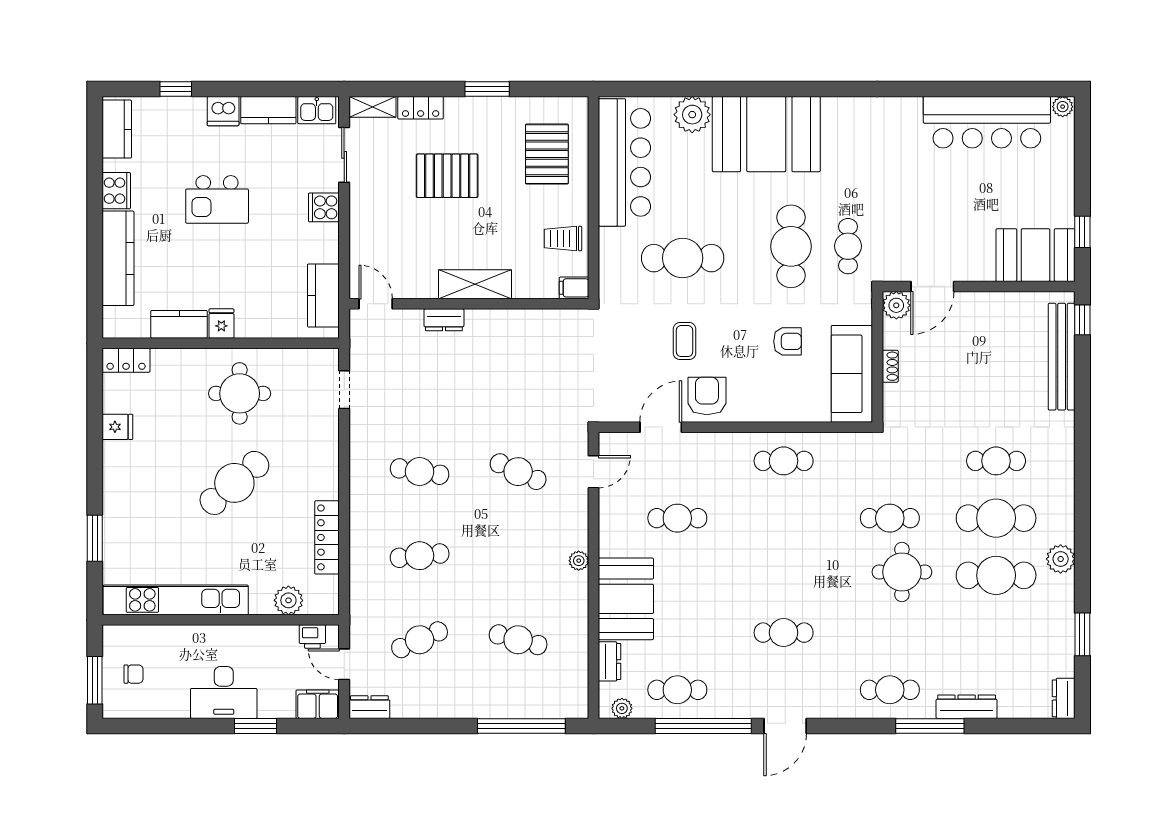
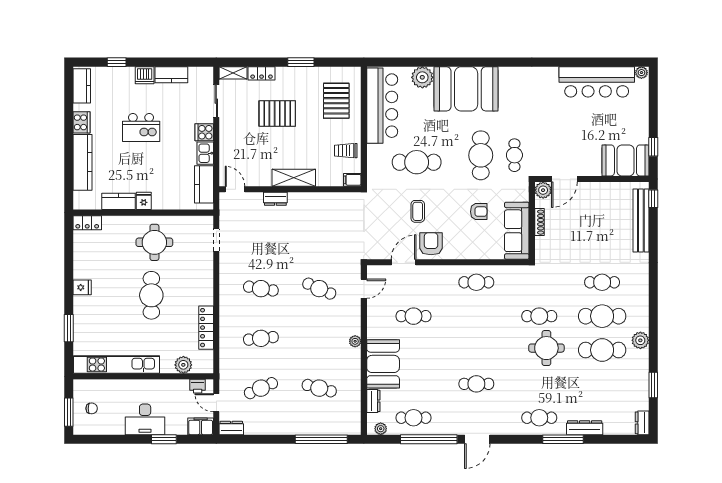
kitchen sink: (317, 110) -> (205, 153), moved, turned 90
shoe rack: (890, 366) -> (539, 222), width x1.43
fridge: (117, 427) -> (82, 287), moved
cafe table: (234, 483) -> (151, 295), turned -49

